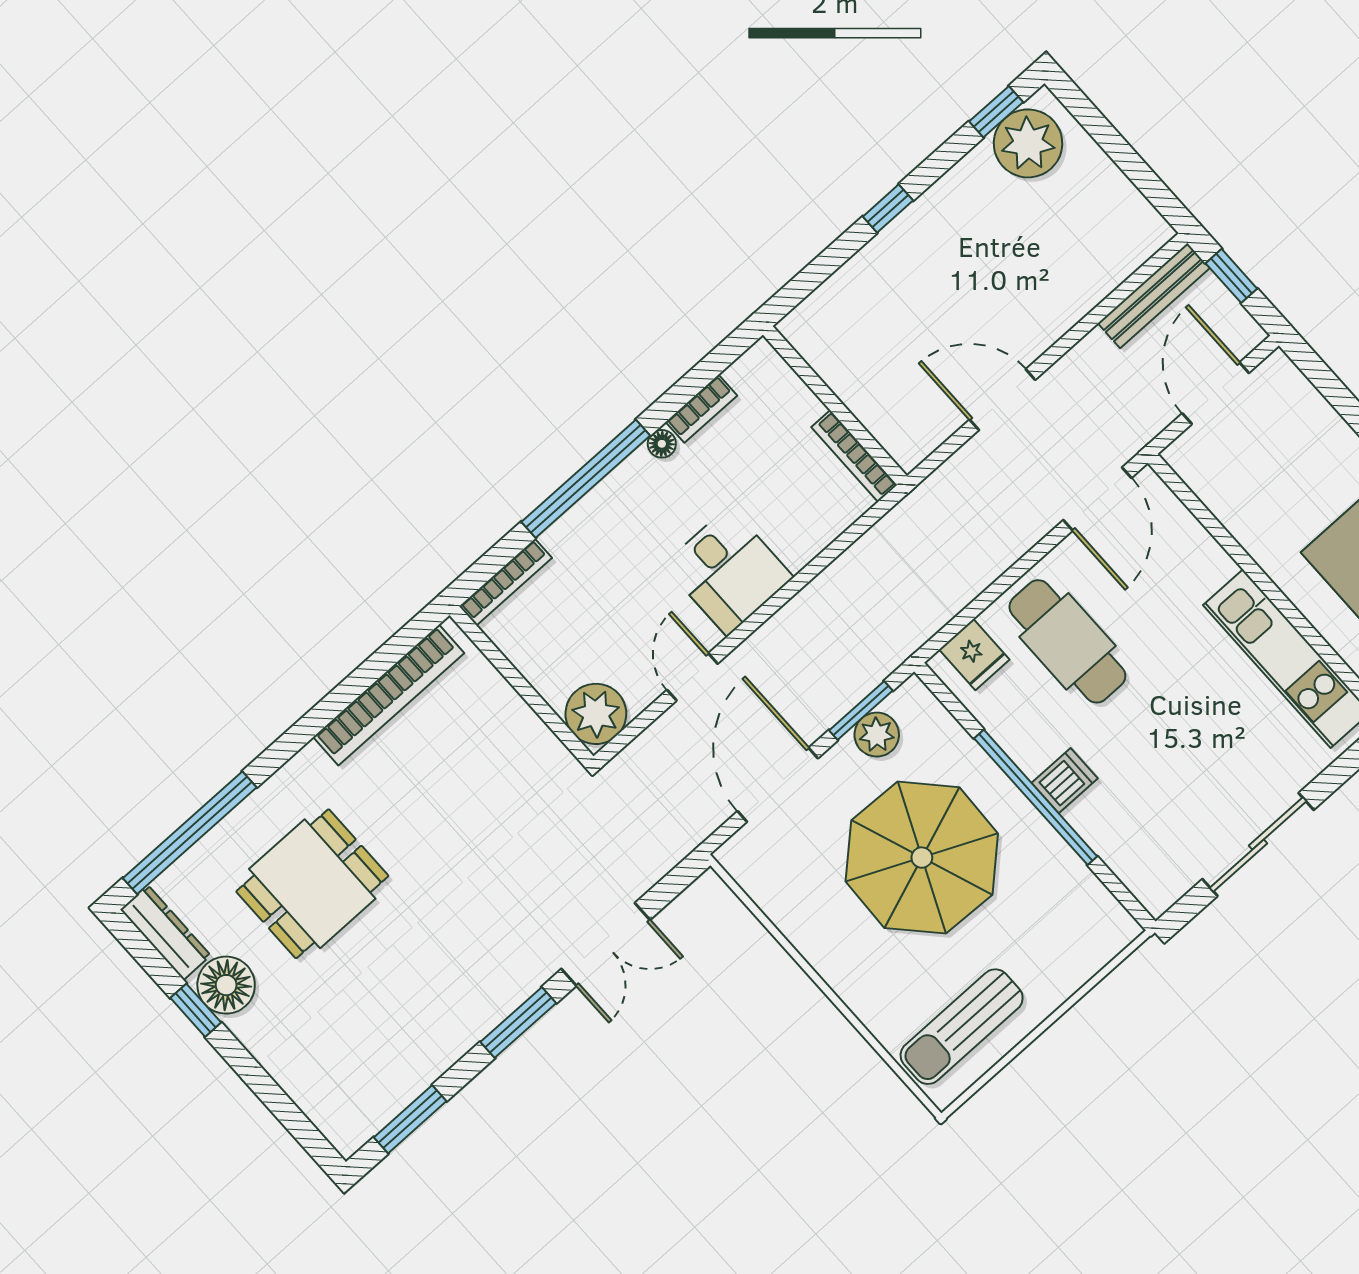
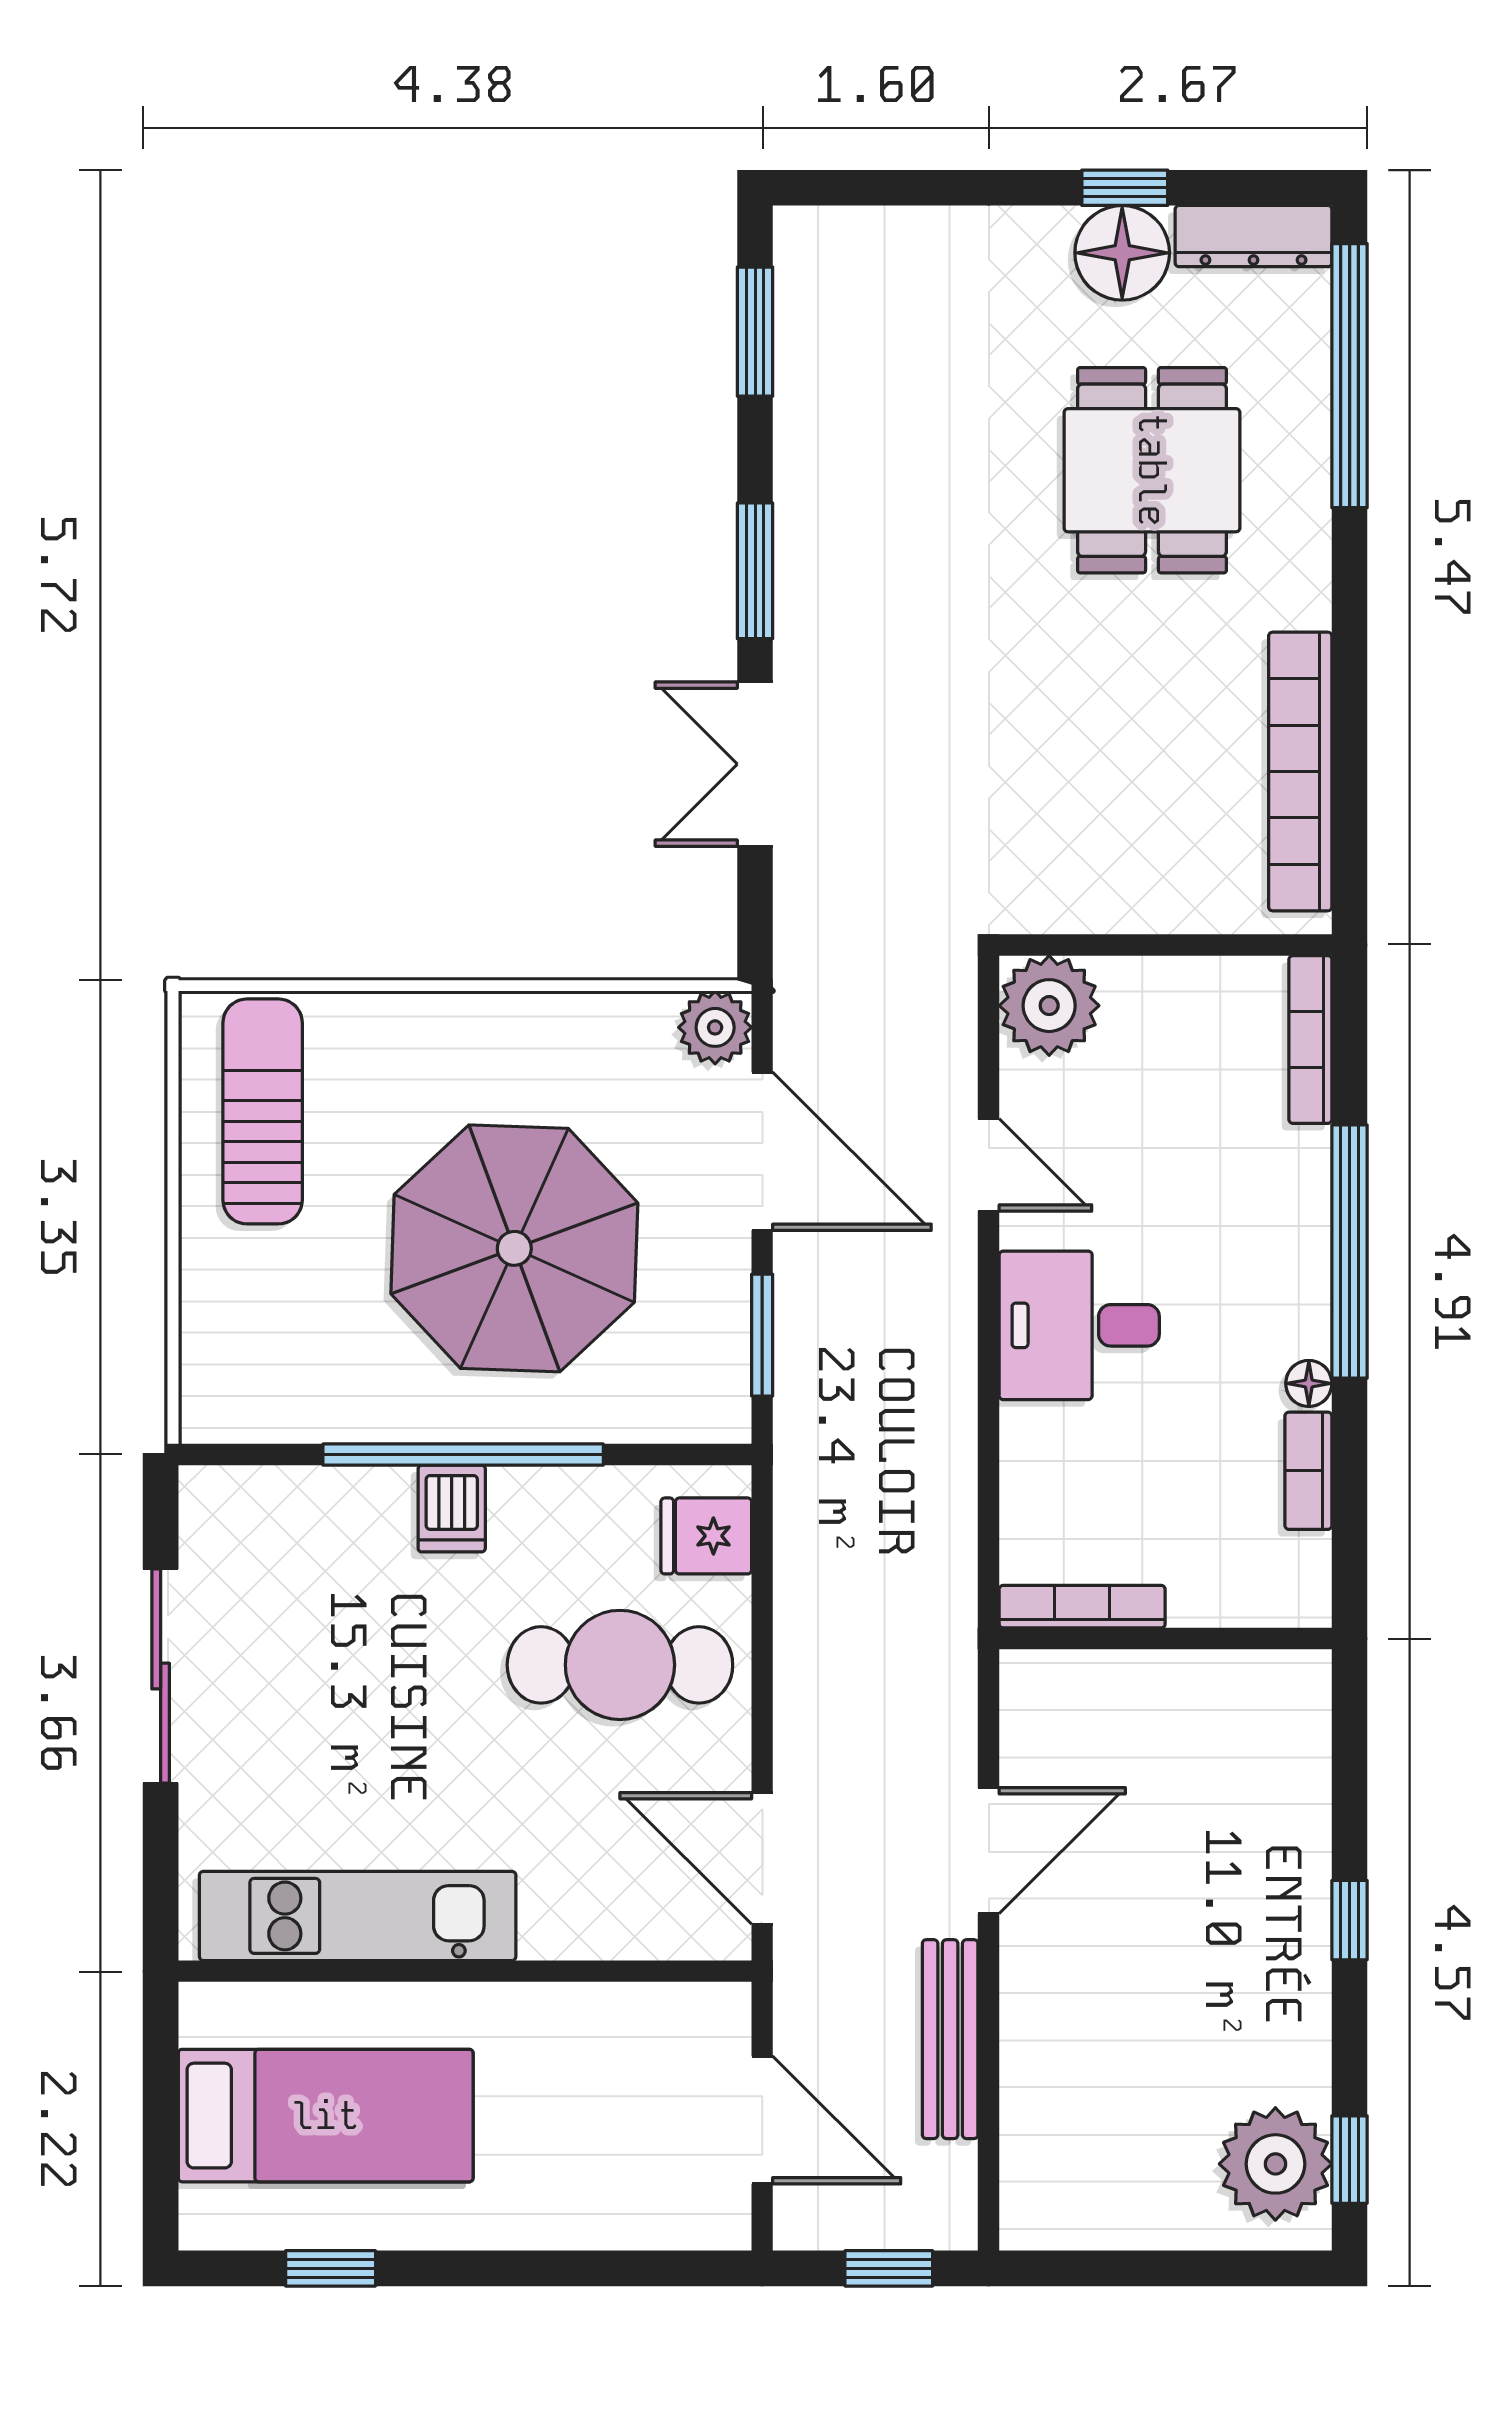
bench: (1154, 296) -> (950, 2039), moved
plant: (877, 735) -> (715, 1027), moved

